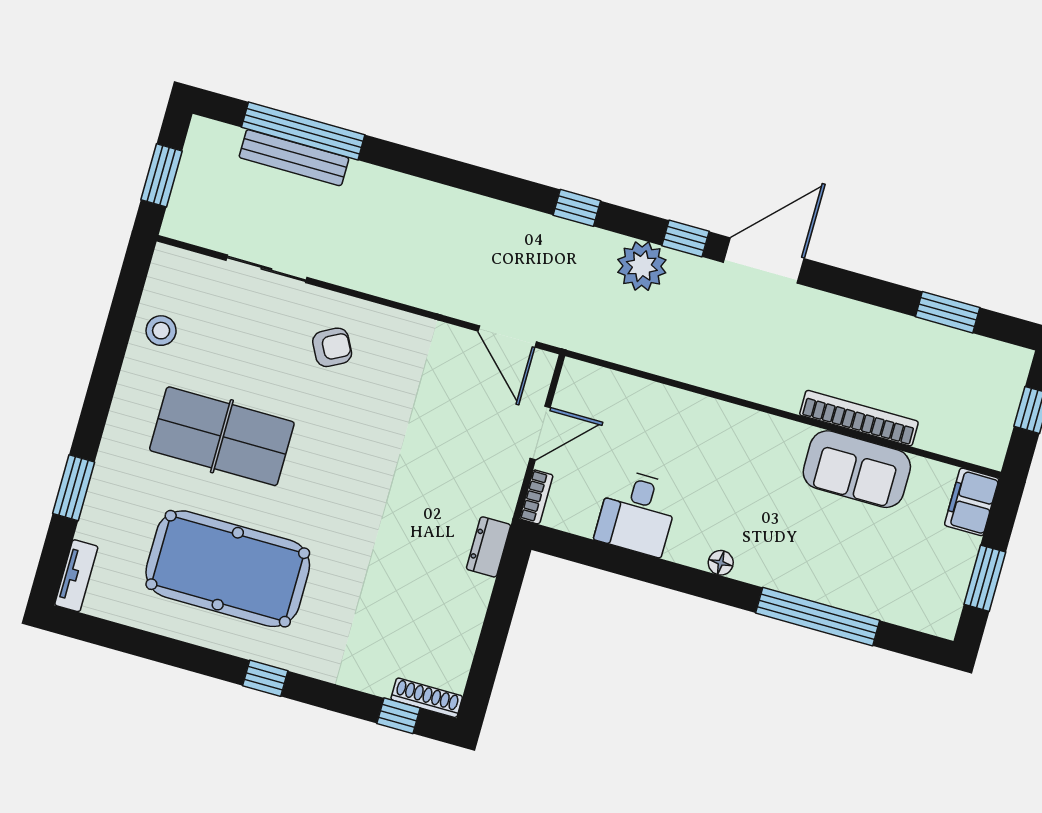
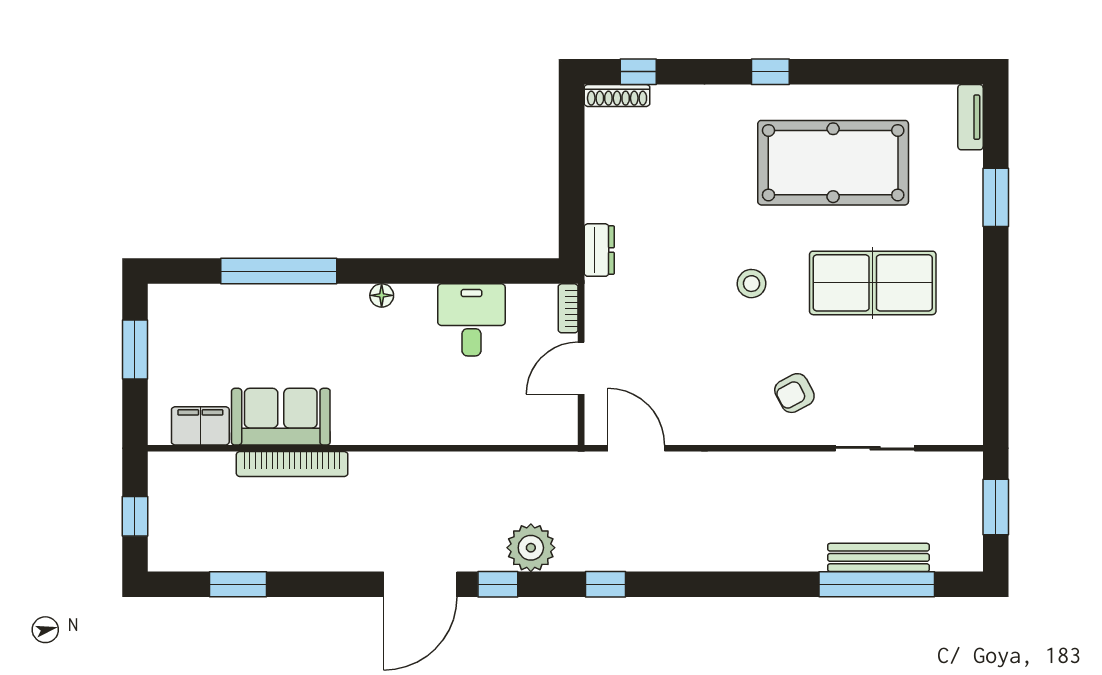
stool: (161, 331) -> (752, 284), moved
filing cabinet: (972, 502) -> (200, 426), moved, turned -90

